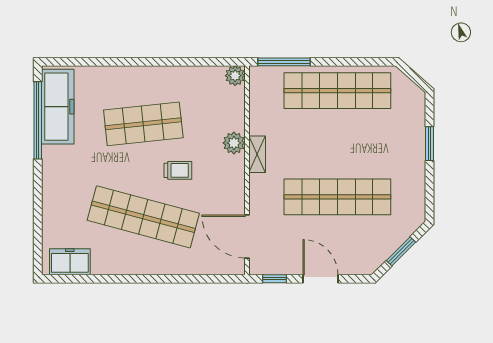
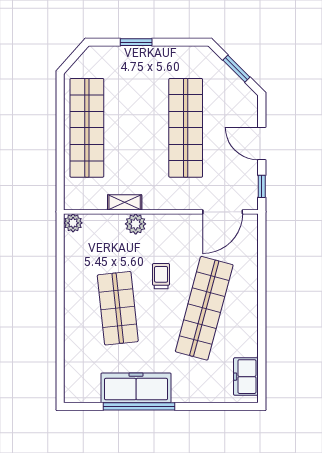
window: (284, 62) -> (60, 177), removed
freezer: (58, 107) -> (136, 388), moved
window: (38, 120) -> (139, 406), moved
shelving: (257, 154) -> (125, 202), moved
door: (320, 279) -> (262, 144), hinge flipped

